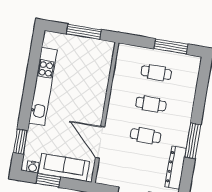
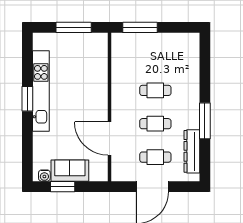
window: (171, 46) -> (140, 27), moved
cafe table: (156, 73) -> (155, 157), moved
window: (20, 142) -> (27, 99), moved
sofa: (64, 167) -> (70, 171), width x0.73

